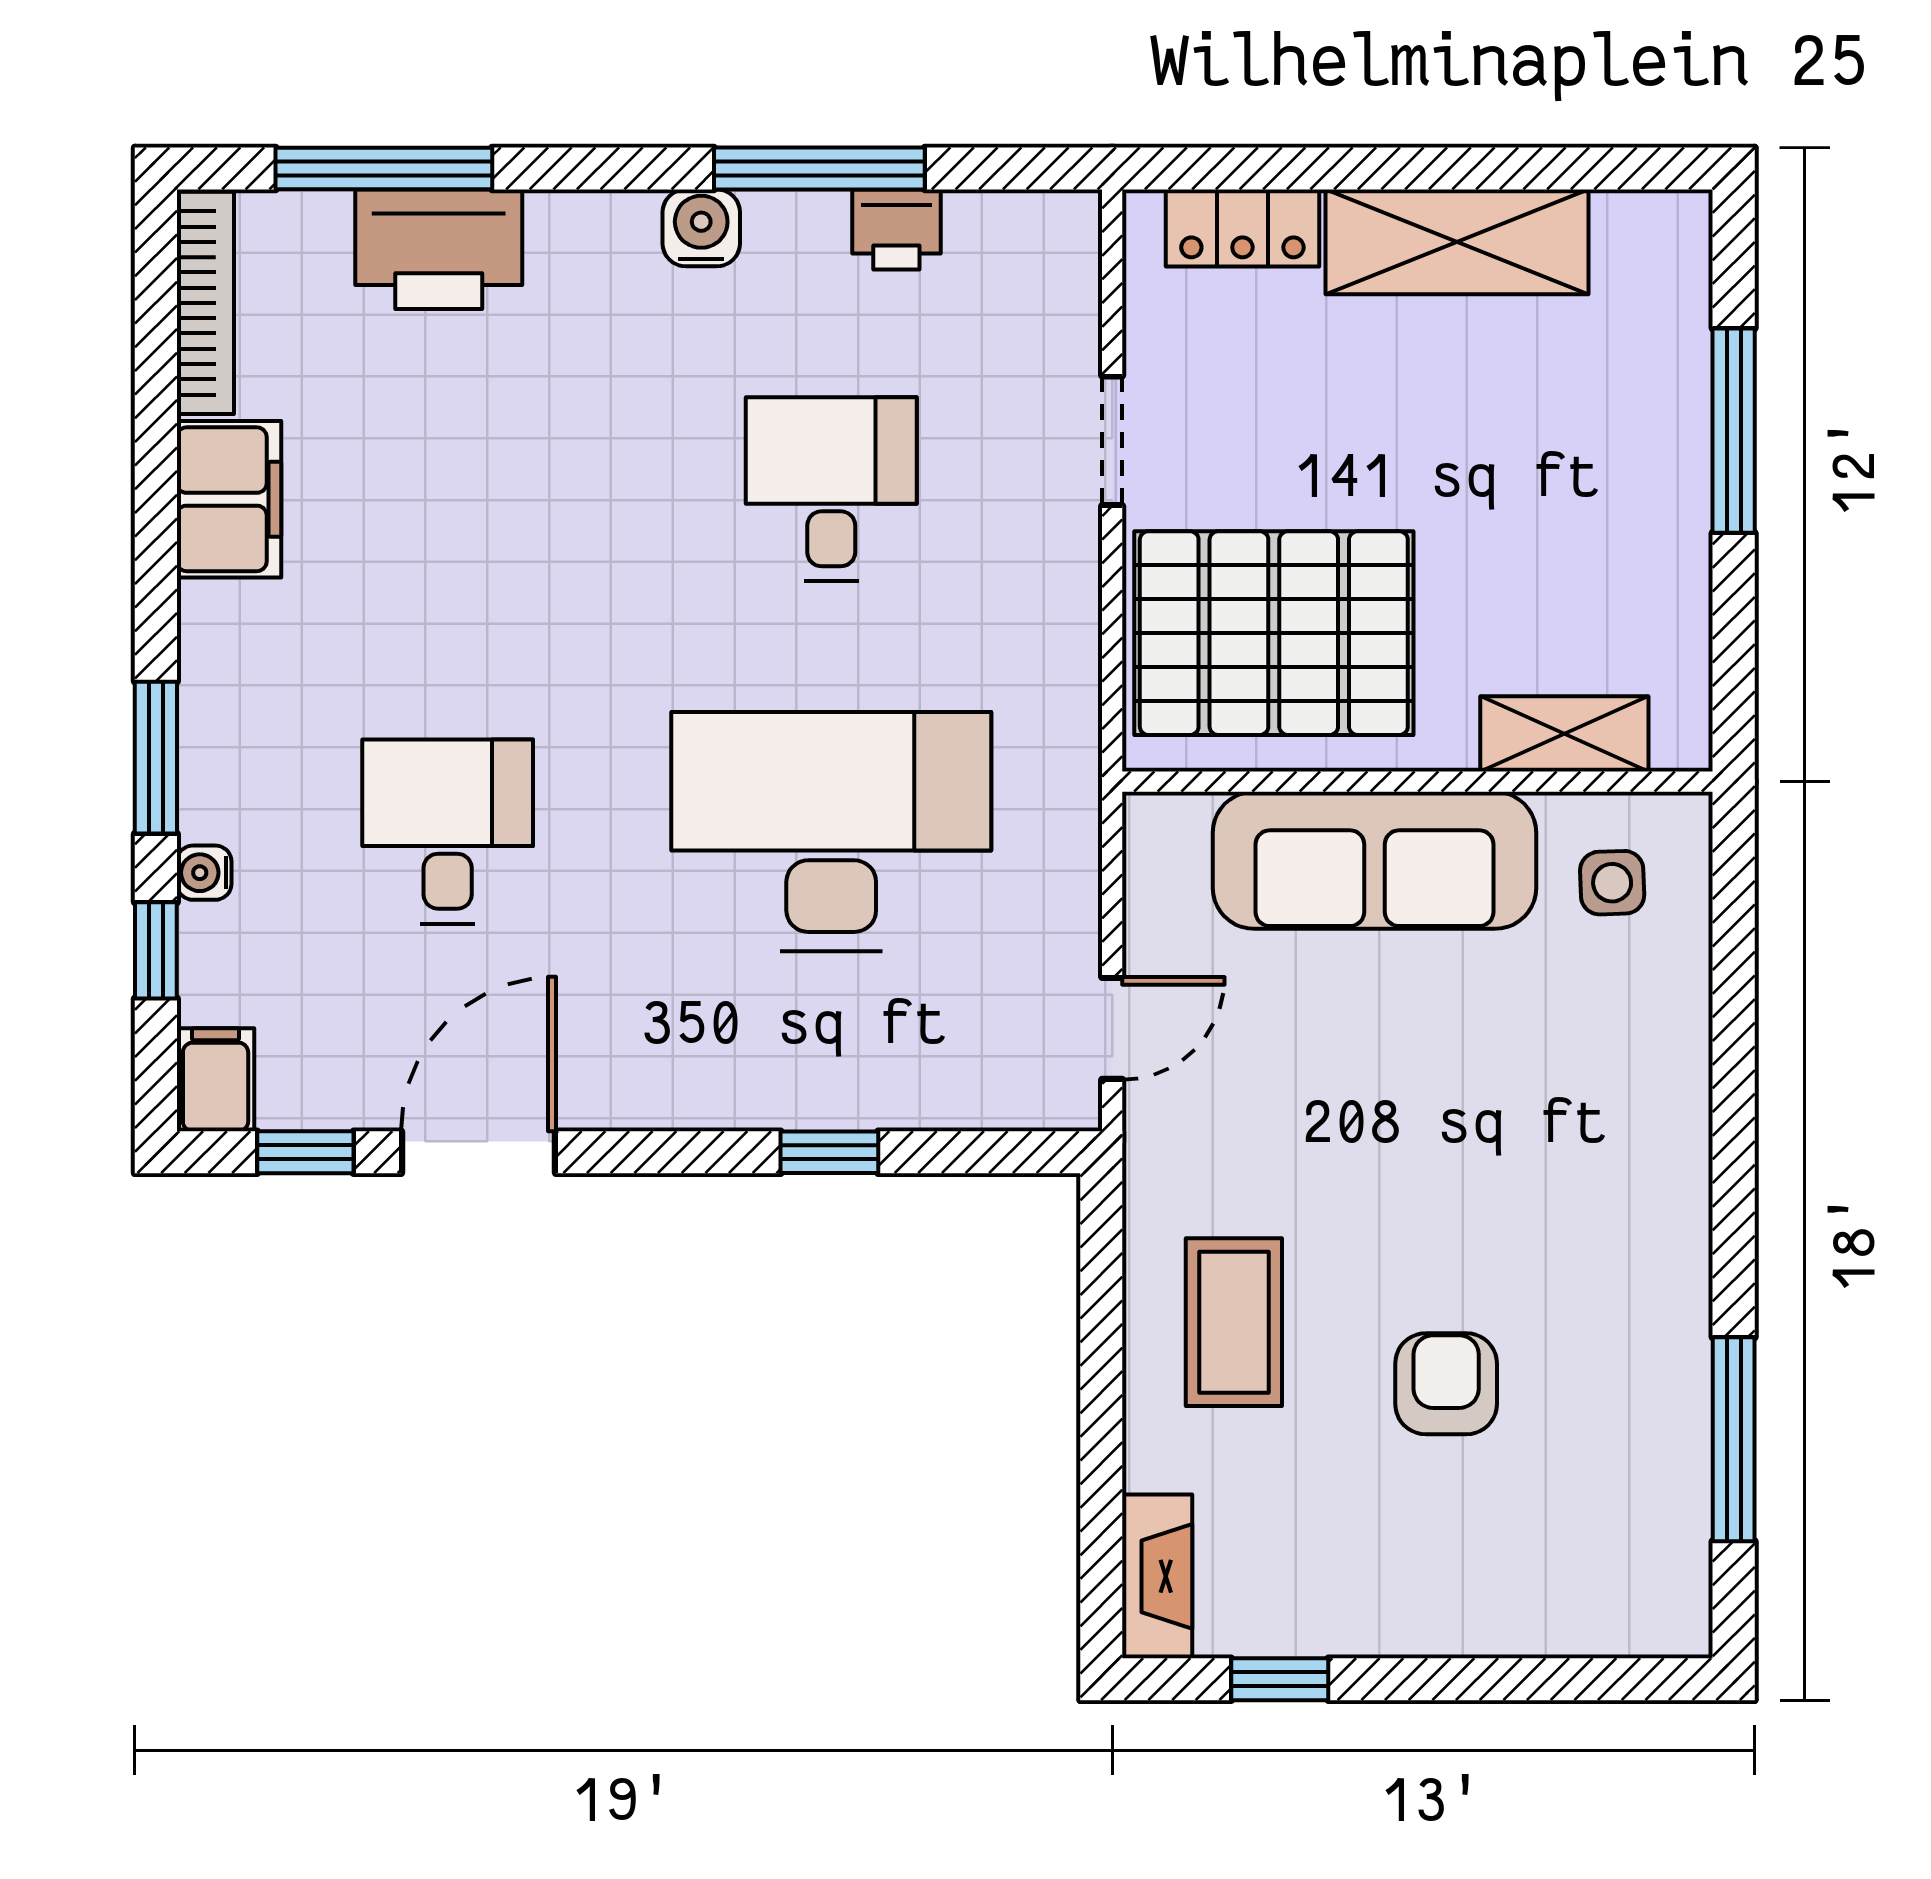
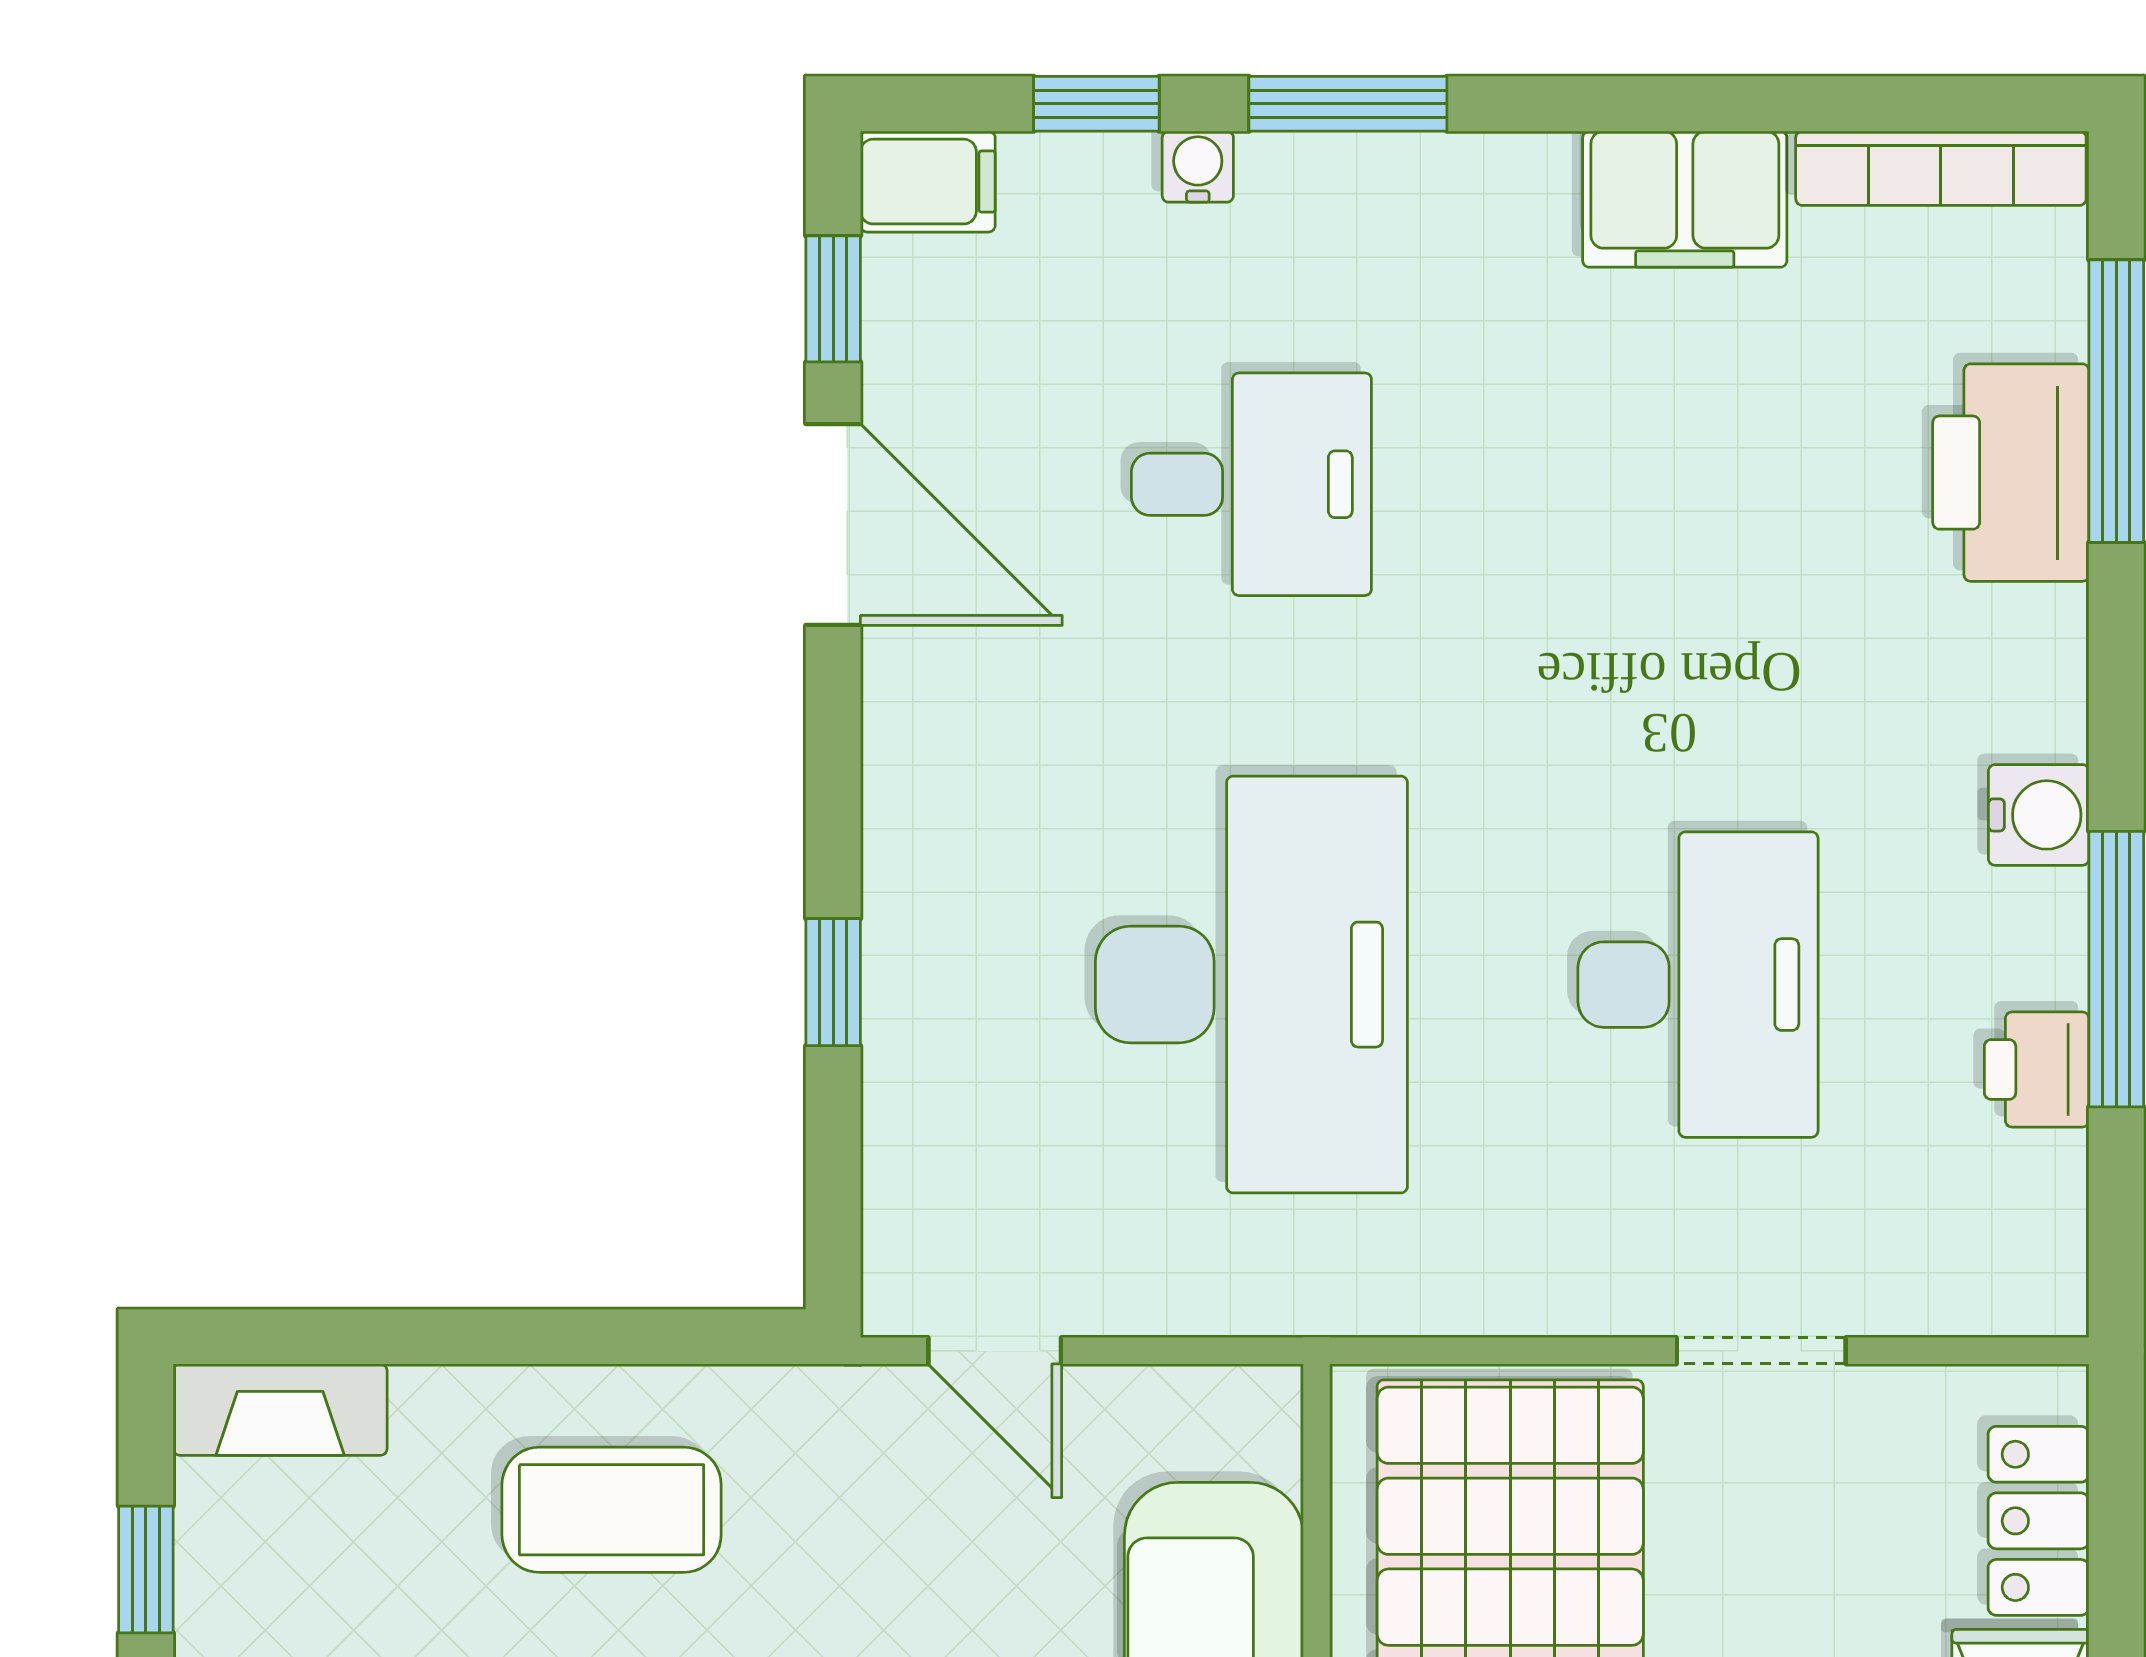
desk: (831, 489) -> (1698, 985), width x1.37

